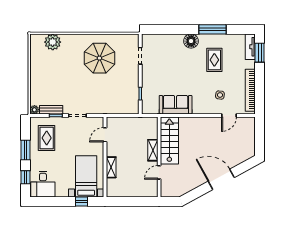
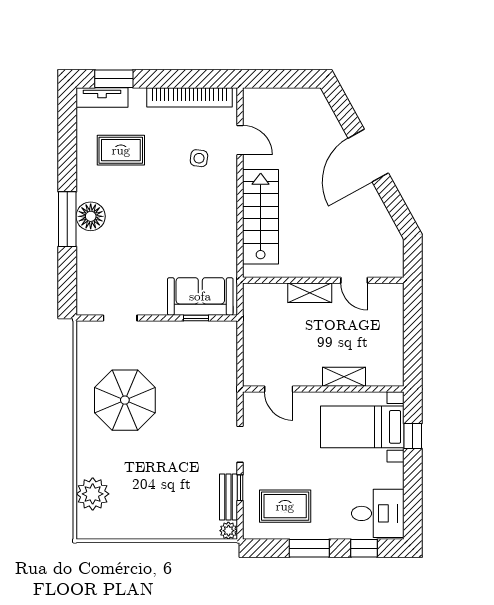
window: (212, 29) -> (67, 219), moved
rug: (214, 60) -> (121, 150), moved
sofa: (176, 105) -> (200, 296), moved, turned 90
stairs: (169, 140) -> (261, 217), moved, turned 90

